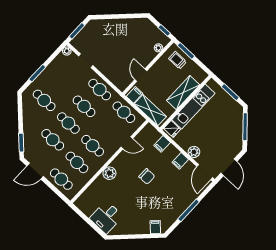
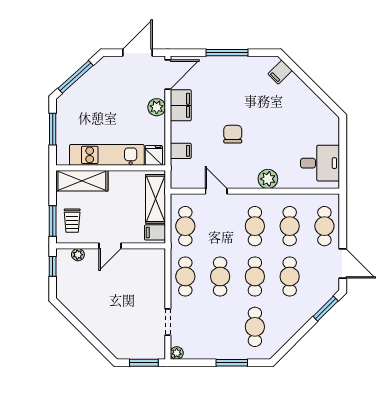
door: (141, 75) -> (110, 246), moved
shelving: (183, 93) -> (82, 181), moved
filing cabinet: (180, 161) -> (181, 105), width x2.00
desk: (106, 217) -> (320, 163), moved

